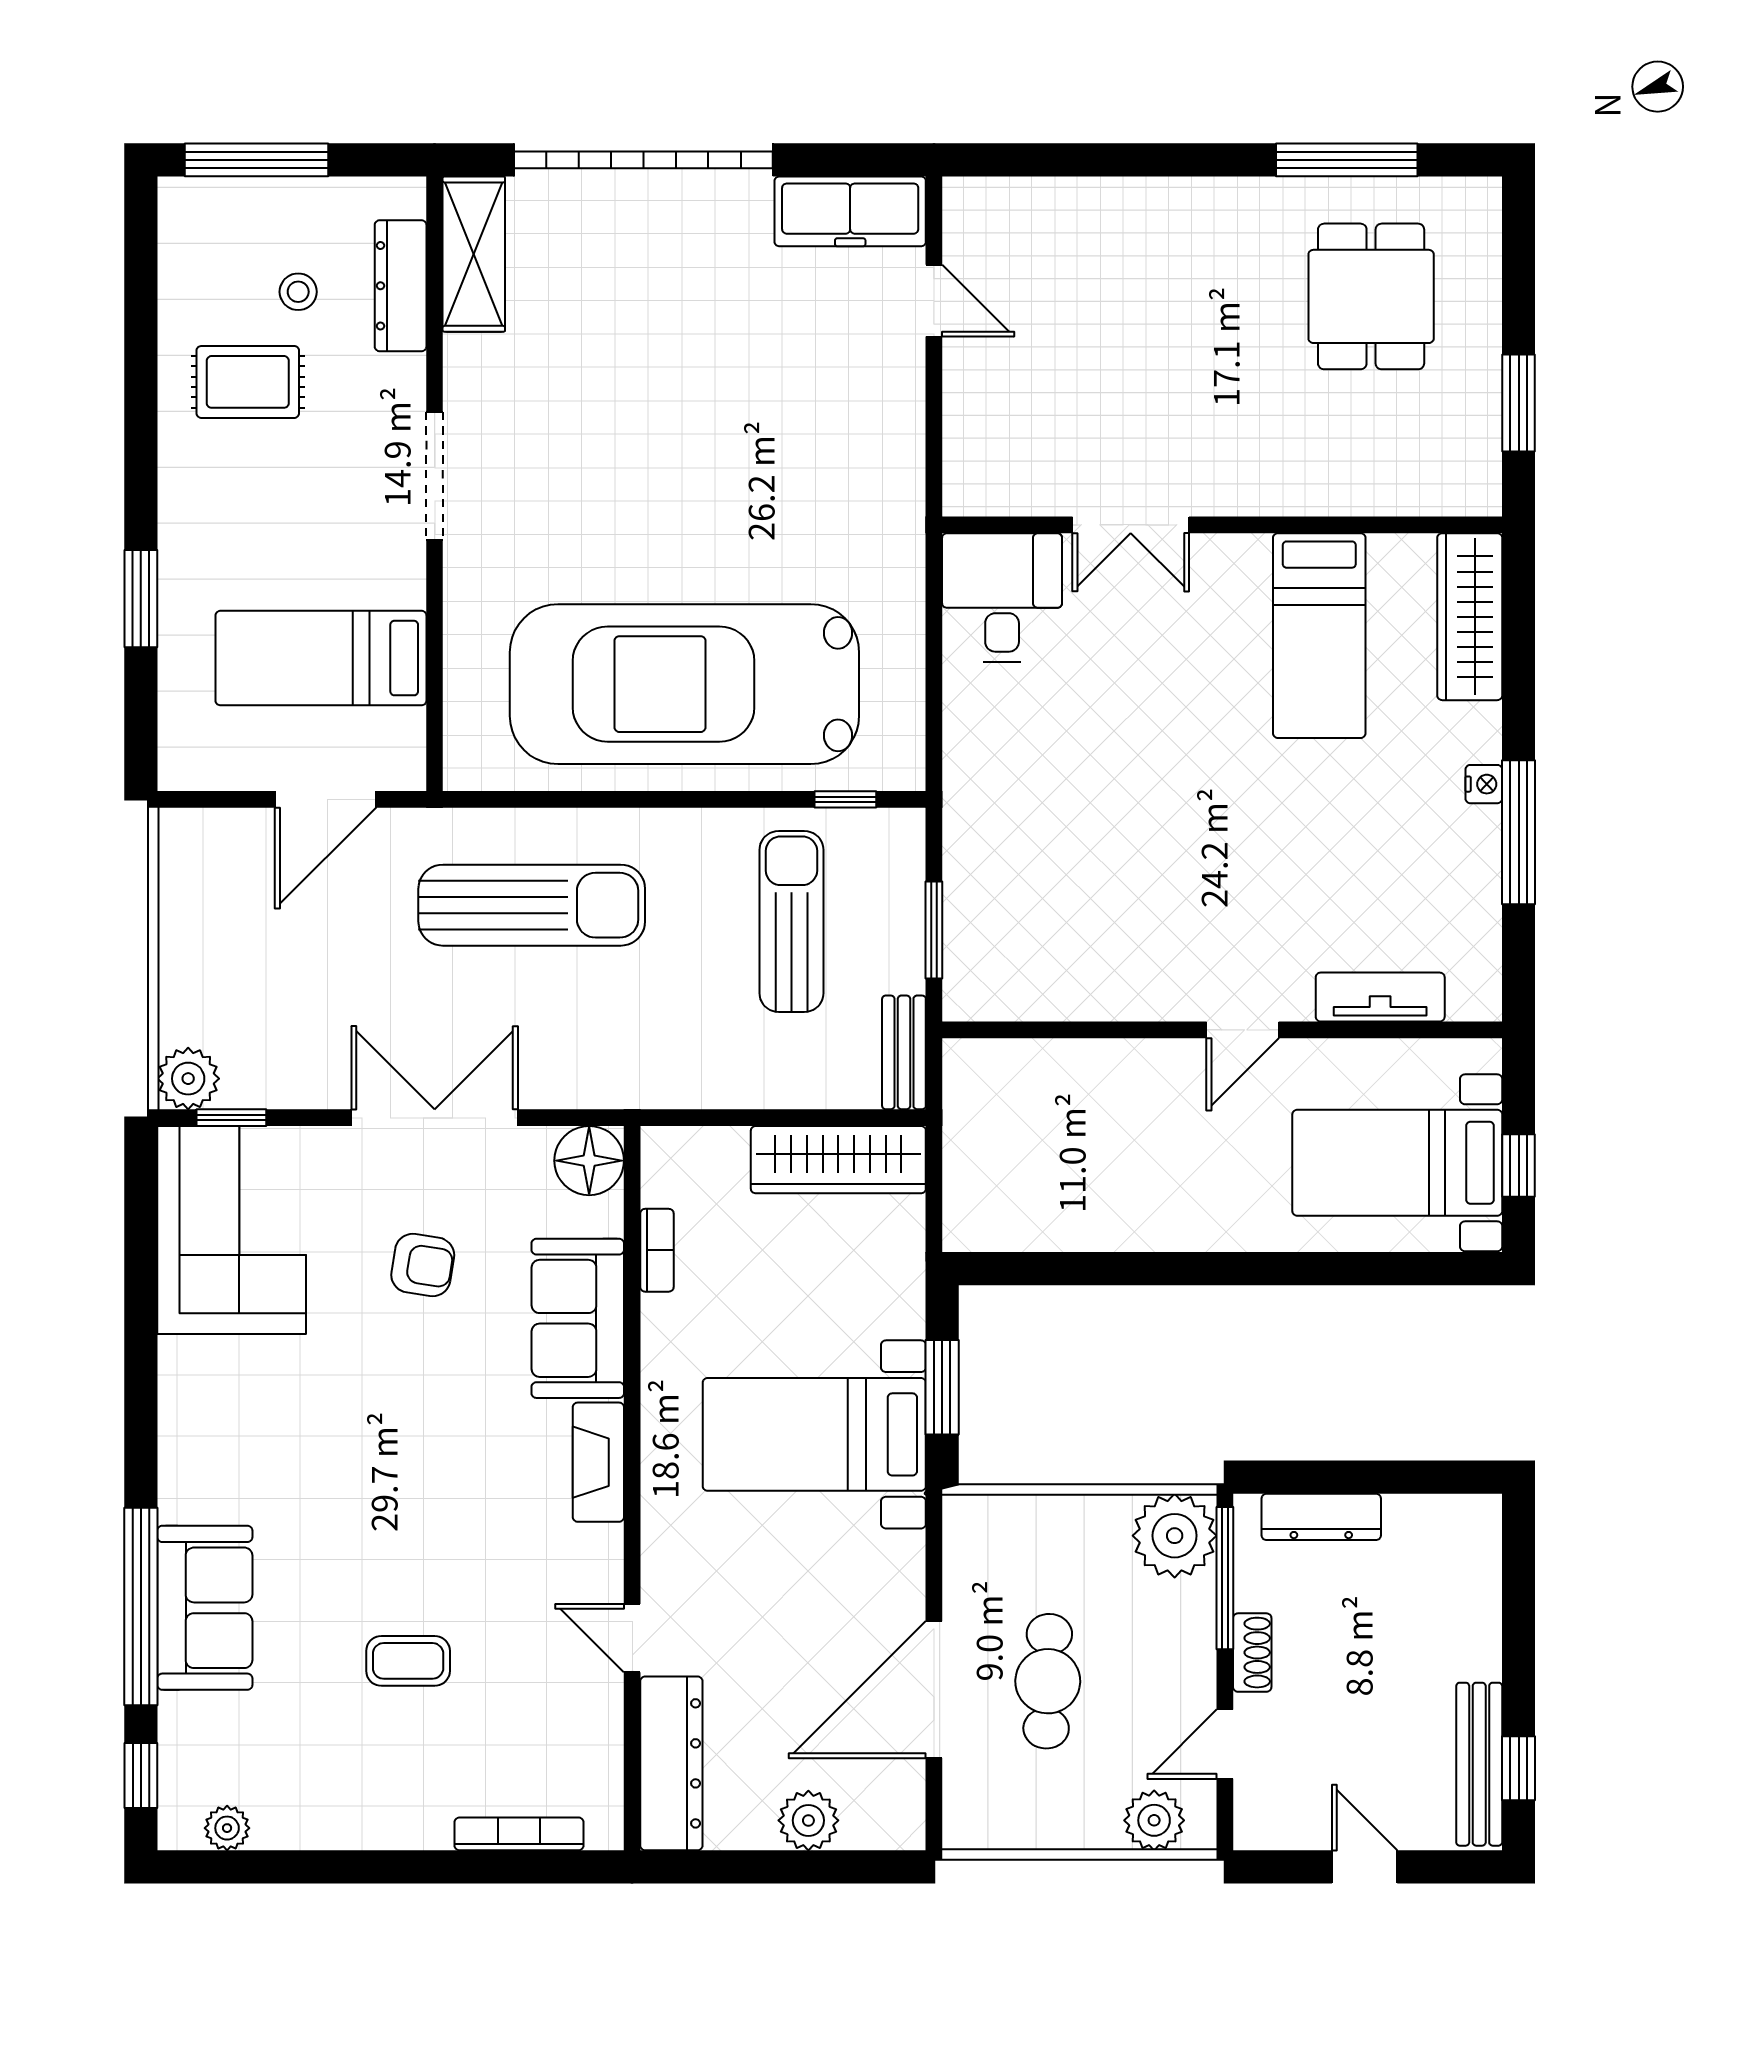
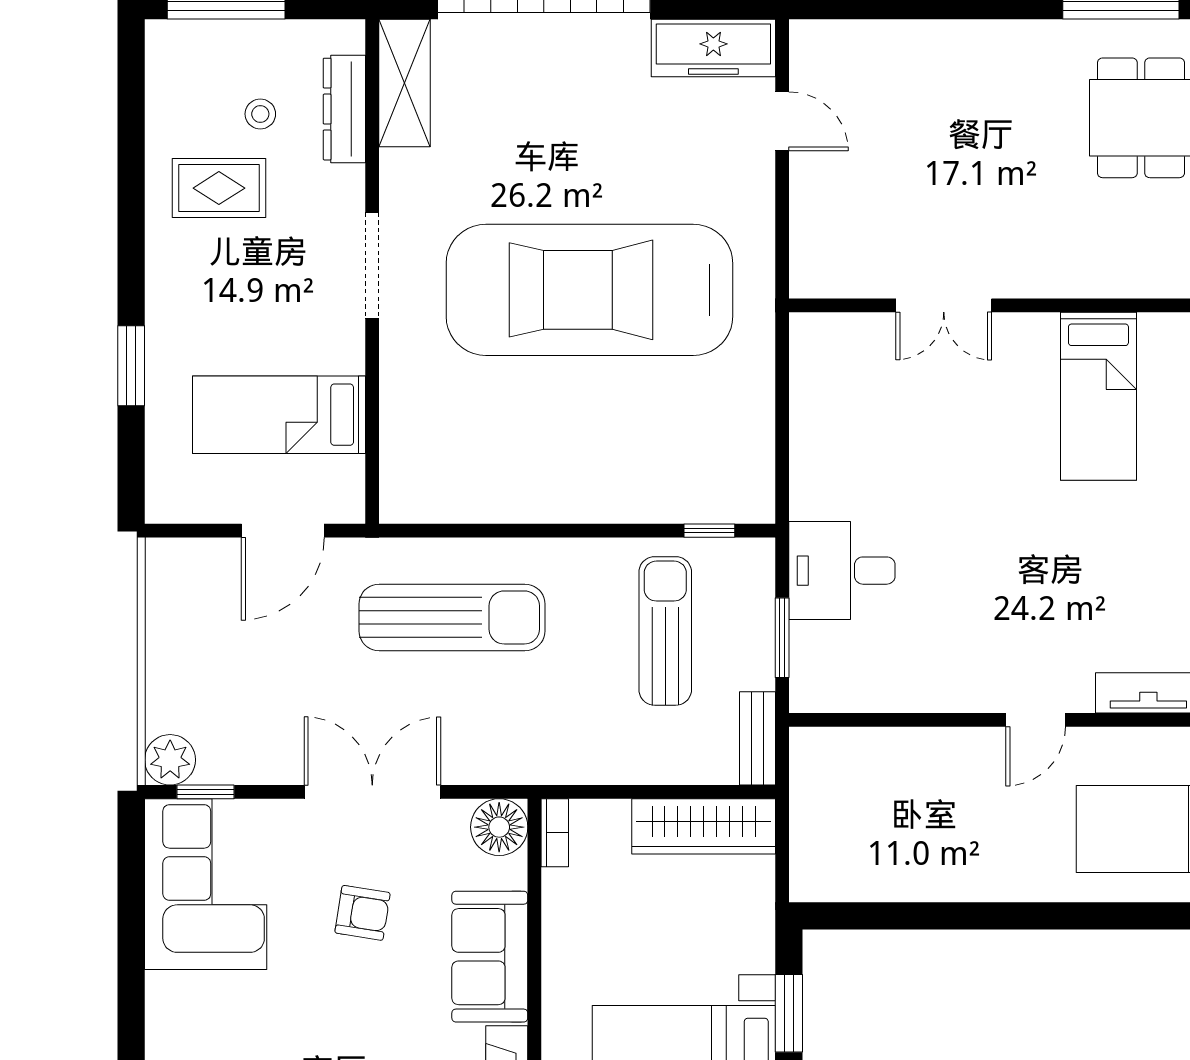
desk: (1002, 598) -> (842, 571), moved, turned -90
car: (684, 684) -> (589, 290), moved
bookcase: (657, 1250) -> (555, 833), moved

